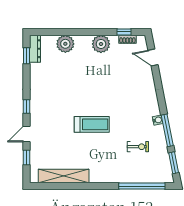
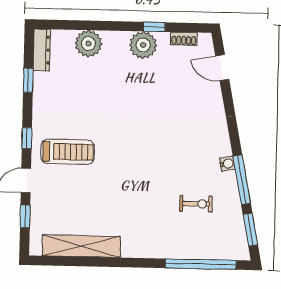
window: (124, 32) -> (154, 27), moved
window: (27, 56) -> (28, 80), moved
treadmill: (92, 124) -> (68, 152), moved

